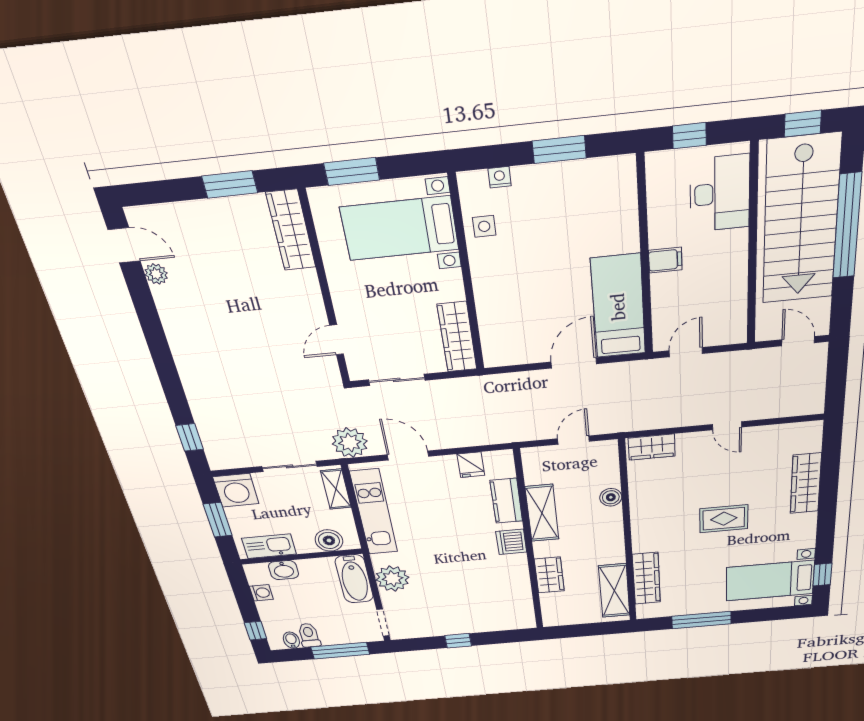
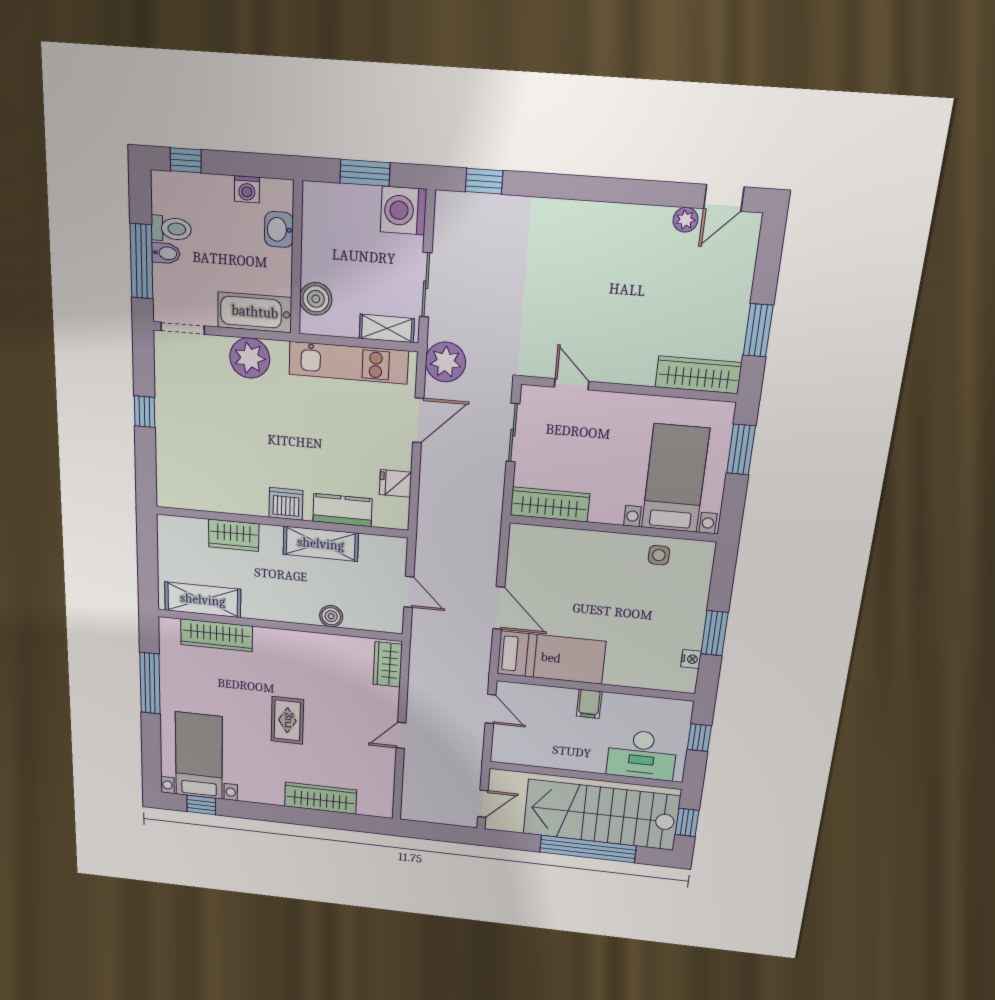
nightstand: (500, 177) -> (691, 659), moved
kitchen sink: (269, 546) -> (317, 223), removed
bidet: (291, 640) -> (166, 253), moved

